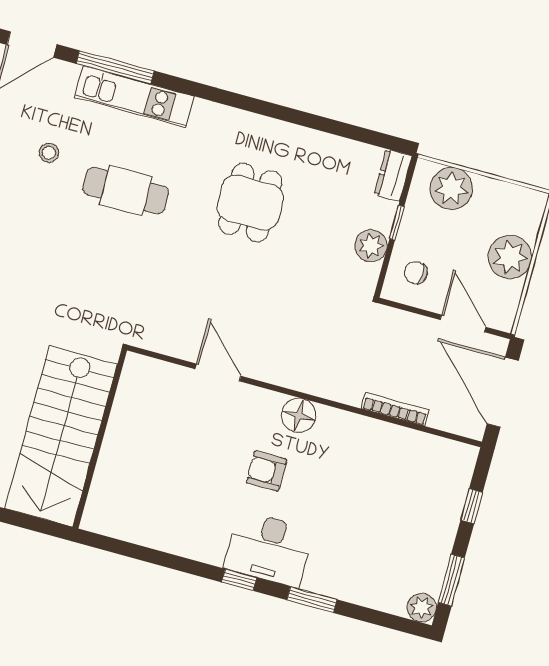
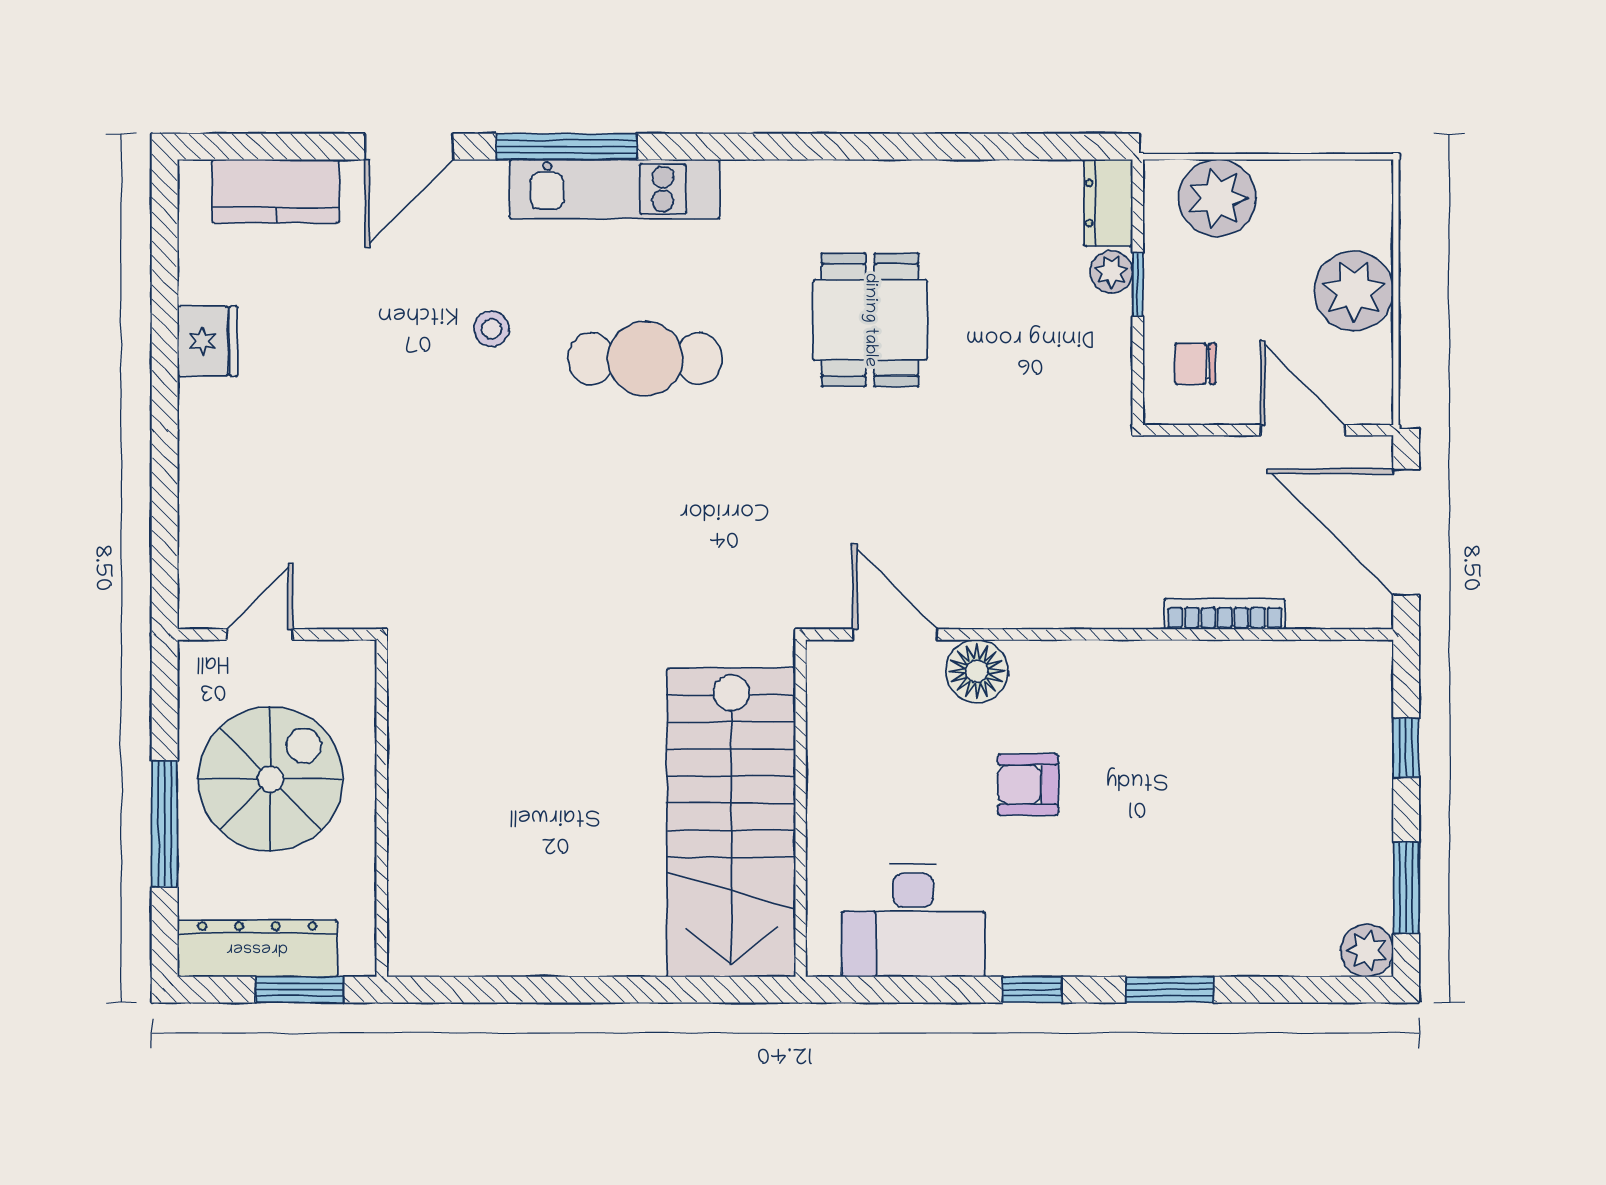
plant: (371, 246) -> (1111, 272), moved, width x0.73, depth x0.73
floor lamp: (299, 415) -> (977, 671), moved
stairs: (61, 436) -> (731, 822), moved
wall: (100, 439) -> (801, 808), moved
desk: (269, 549) -> (913, 921), moved

